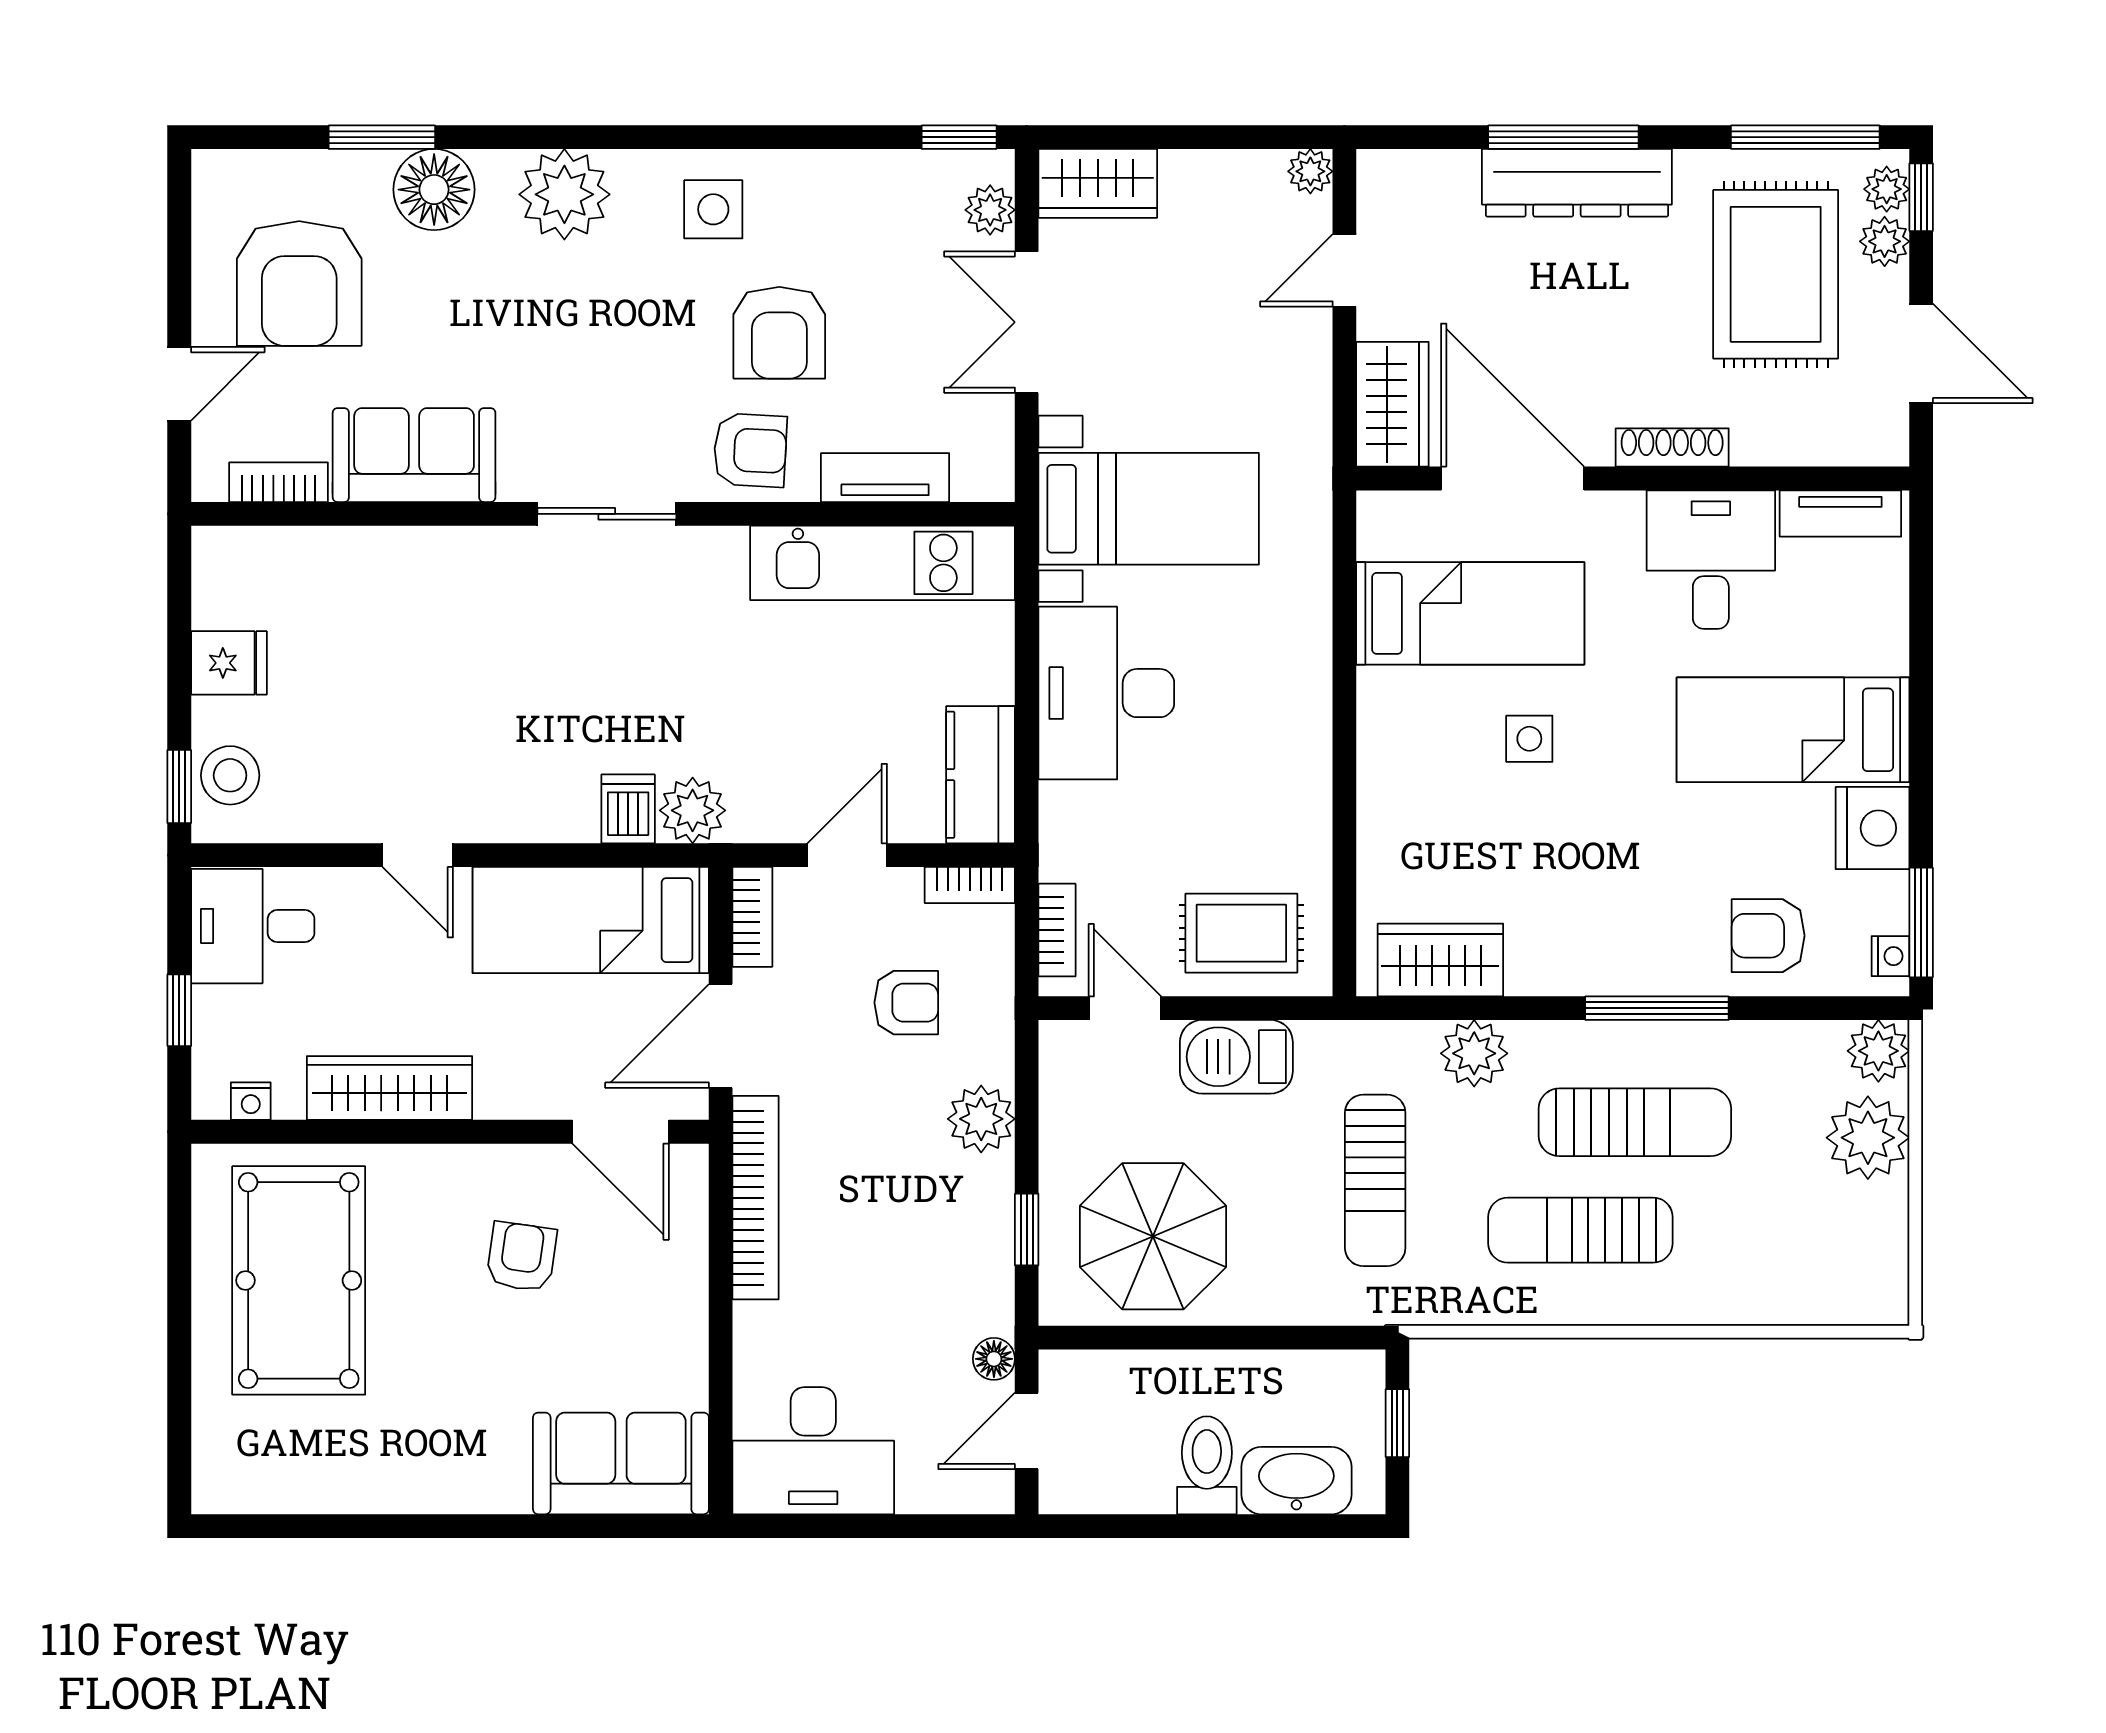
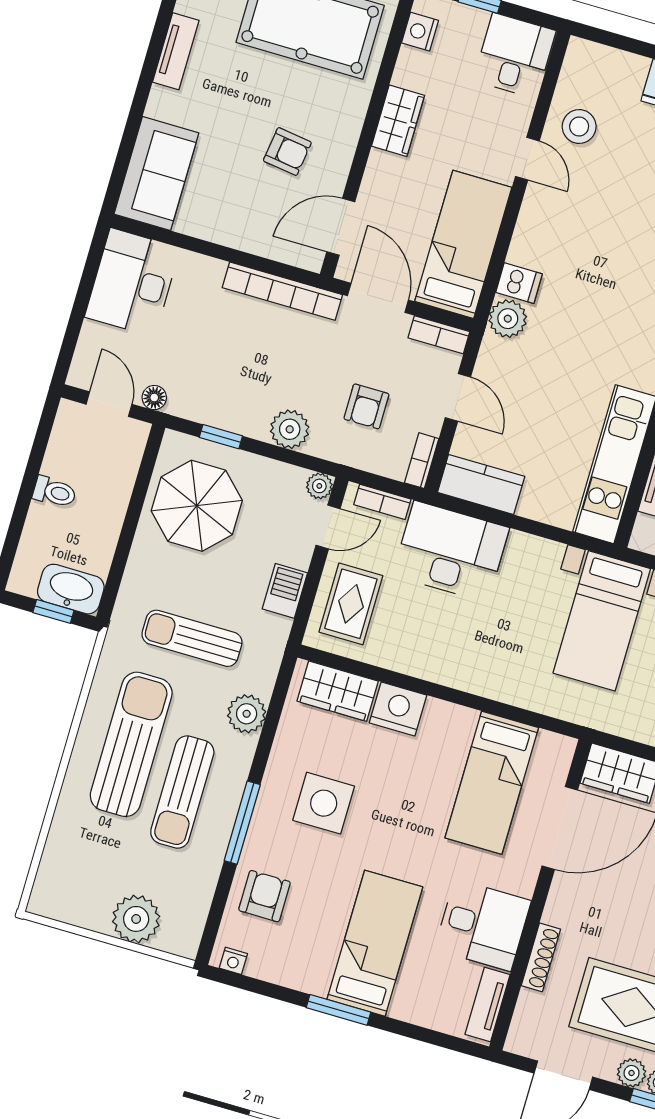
shoe rack: (1672, 448) -> (541, 957), moved
desk: (1106, 693) -> (451, 551), moved
side table: (1529, 739) -> (324, 803), moved, width x1.87, depth x1.87
stool: (230, 775) -> (579, 127), moved
window: (179, 787) -> (604, 37), removed
nightstand: (1873, 828) -> (398, 709), moved, turned 180
door: (418, 855) -> (527, 159), swing flipped
window: (1921, 923) -> (338, 1010), moved
wardrobe: (1440, 960) -> (338, 691), moved, turned 90
plant: (1878, 1051) -> (319, 486), moved, width x0.73, depth x0.73
barbecue: (1236, 1057) -> (285, 591), width x0.73, depth x0.79
wardrobe: (390, 1088) -> (398, 121), width x0.67
nightstand: (251, 1101) -> (420, 32), width x1.39, depth x1.35
sun lounger: (1580, 1230) -> (131, 744), width x1.36, depth x1.34
toilet: (1207, 1465) -> (55, 492), width x0.73, depth x0.72
washbasin: (1296, 1481) -> (71, 589), moved, turned -90
tv unit: (409, 1490) -> (176, 51), added

